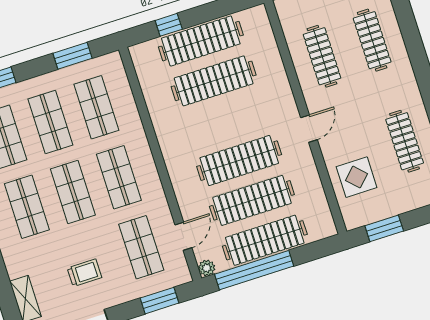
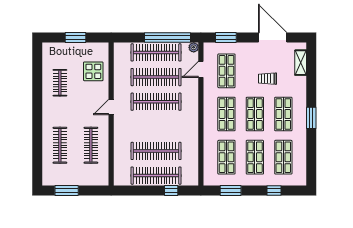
clothes rail: (405, 141) -> (60, 83), width x0.73
window: (384, 228) -> (75, 38), moved
trolley: (84, 273) -> (268, 79), moved

